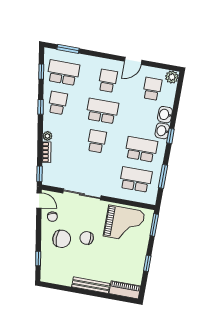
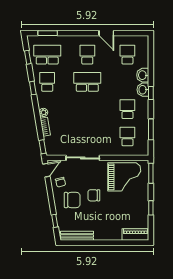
door: (133, 61) -> (106, 33), hinge flipped
plant: (172, 77) -> (143, 41), removed
school desk: (97, 141) -> (87, 109), removed
school desk: (141, 149) -> (127, 109), width x0.54
school desk: (136, 180) -> (127, 136), width x0.54
door: (39, 200) -> (46, 170), hinge flipped
bench: (91, 285) -> (77, 236), moved

